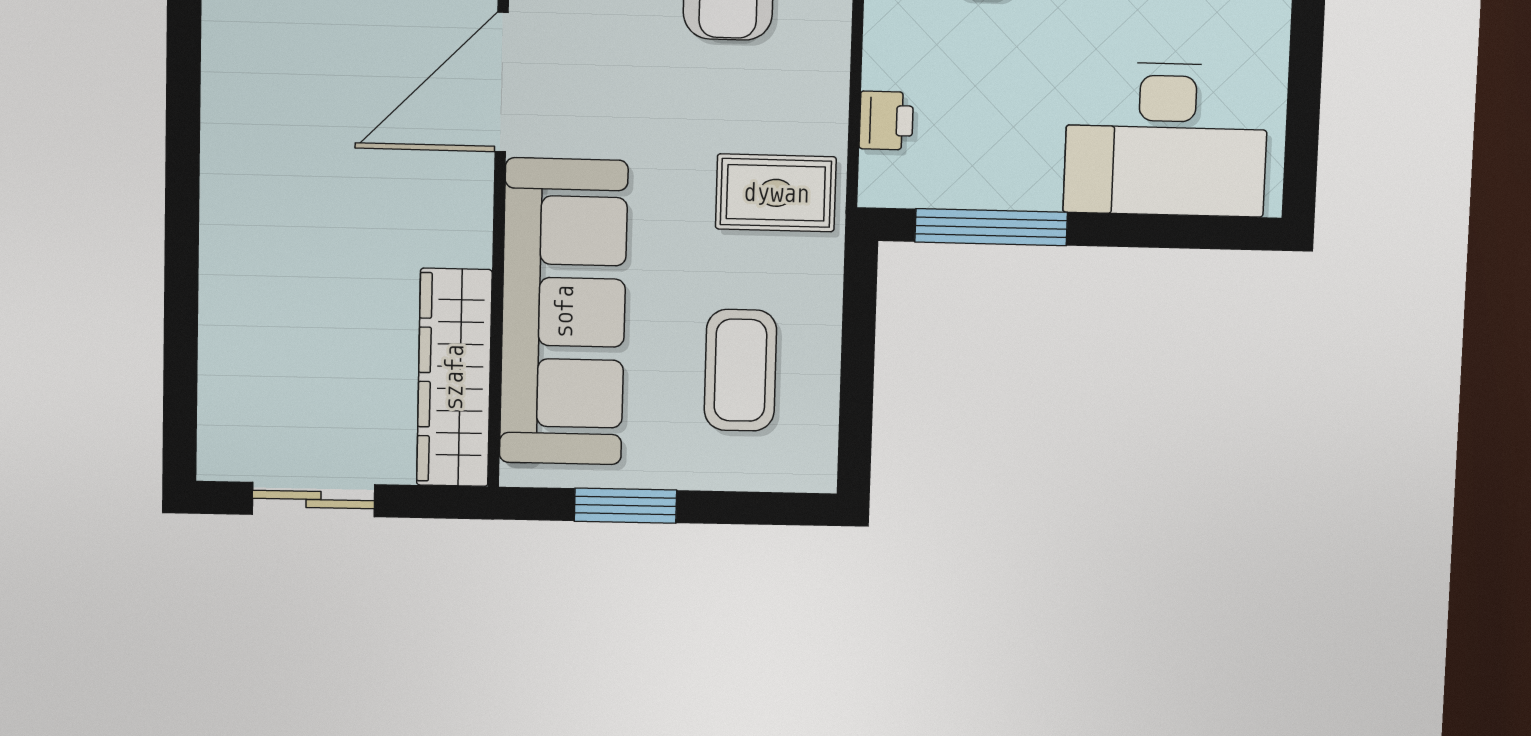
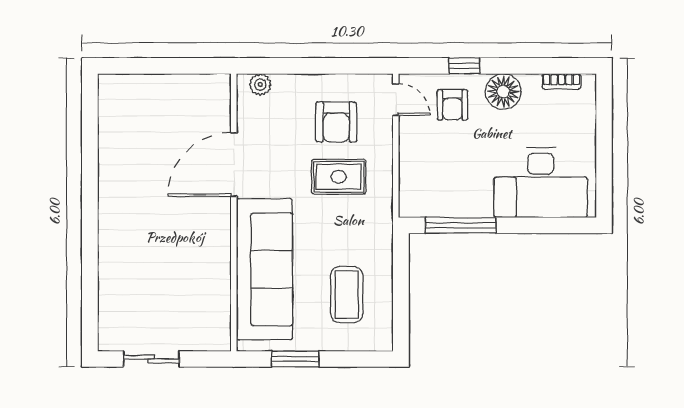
printer: (886, 120) -> (410, 177), removed
rug: (776, 193) -> (339, 177), moved
wardrobe: (454, 378) -> (215, 301), removed

